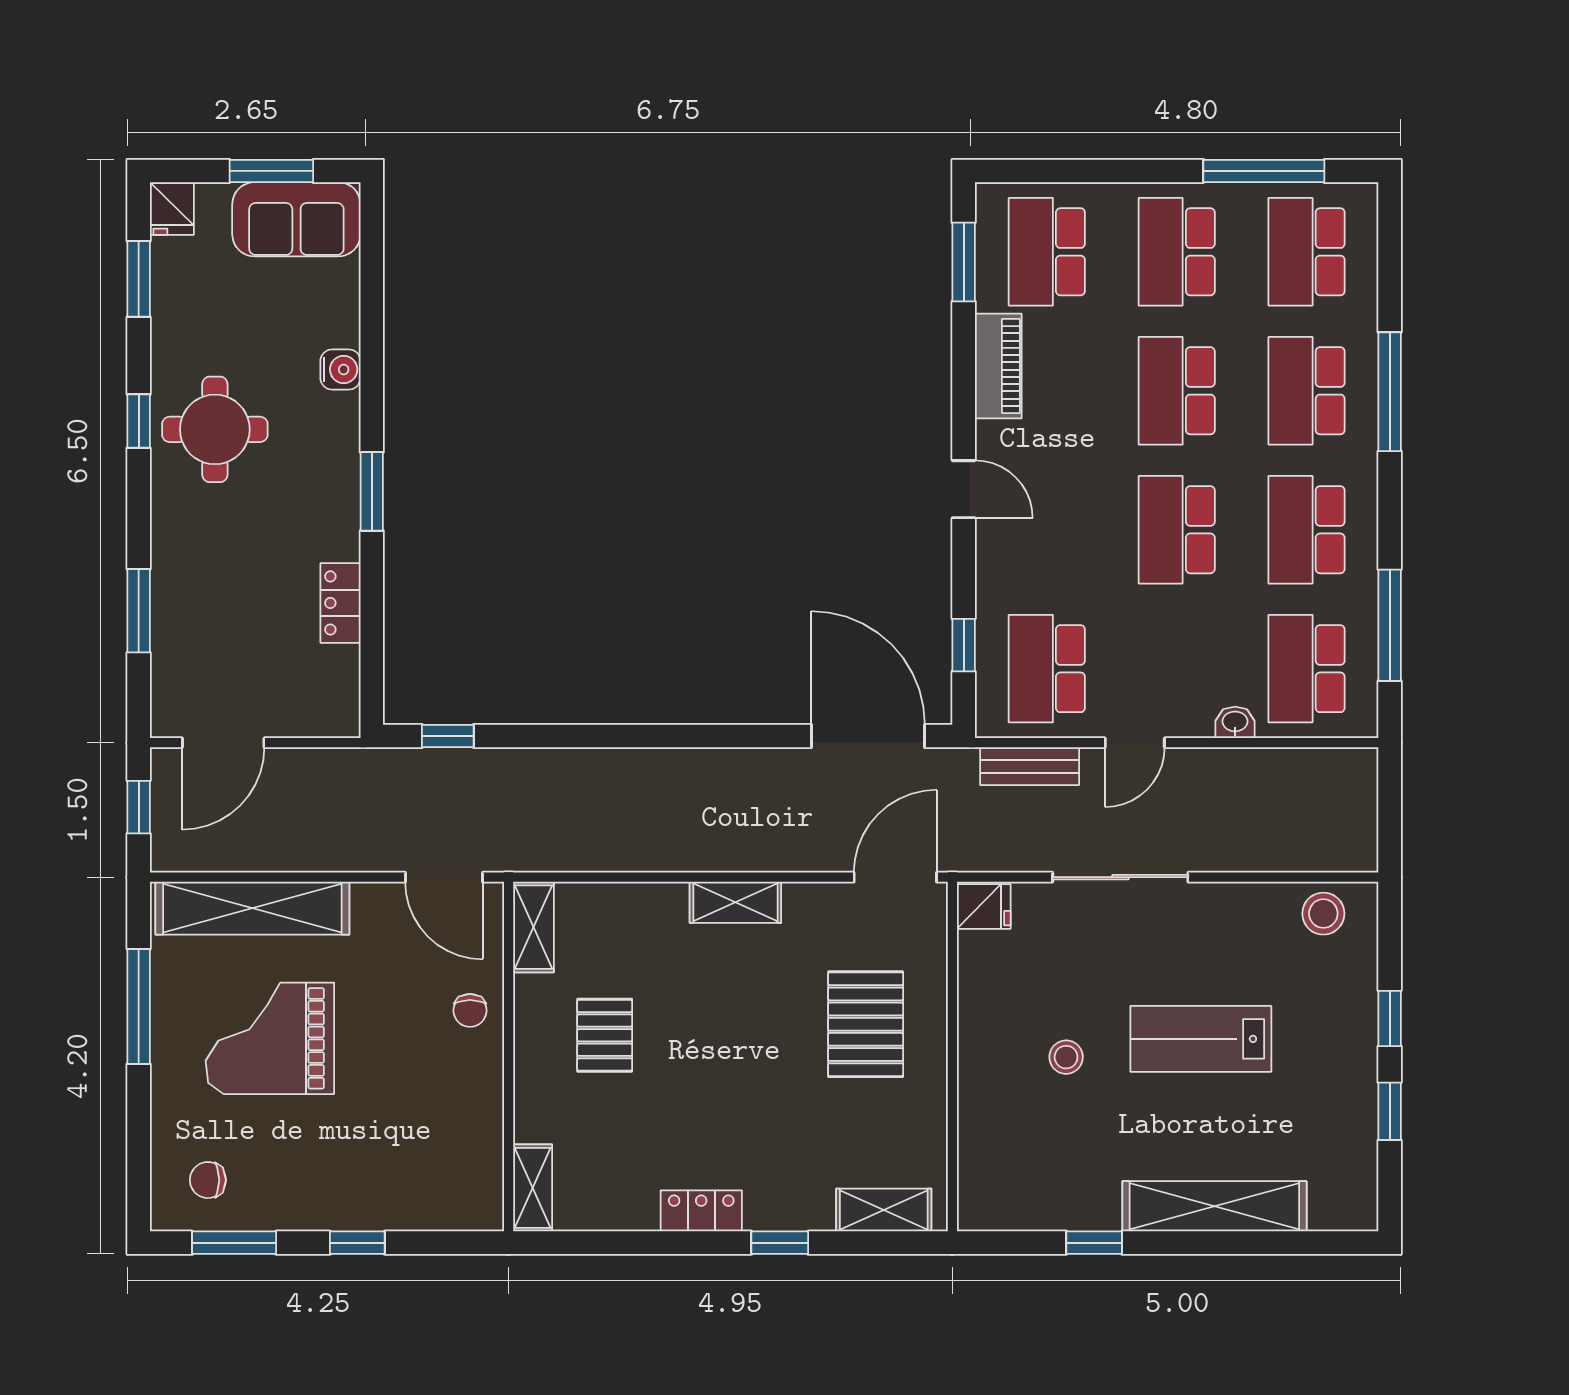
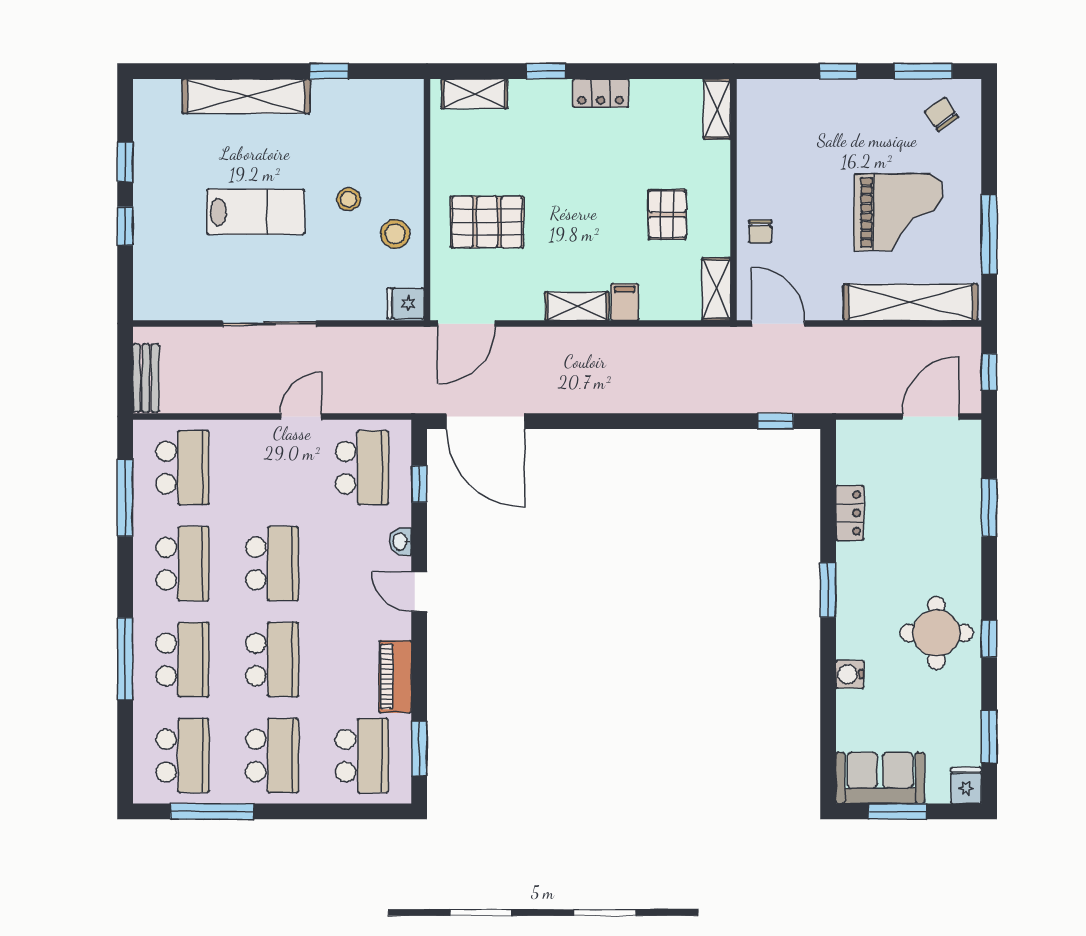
washbasin: (1235, 722) -> (401, 542), moved, turned 90
bench: (1030, 766) -> (146, 378), moved, turned 90
sliding door: (1120, 877) -> (269, 324), moved
filing cabinet: (666, 908) -> (625, 302), added
stool: (1323, 914) -> (395, 234), moved
chair: (470, 1010) -> (760, 232), turned 180
pallet: (866, 1024) -> (487, 222), turned 90
chair: (208, 1180) -> (941, 114), turned -126

